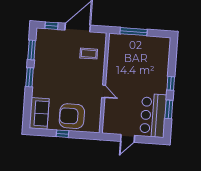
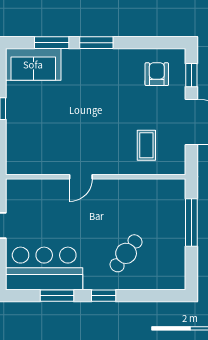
window: (32, 50) -> (52, 43), moved
cafe table: (148, 69) -> (126, 253), added
armchair: (72, 116) -> (157, 74), moved, width x0.53, depth x0.53

